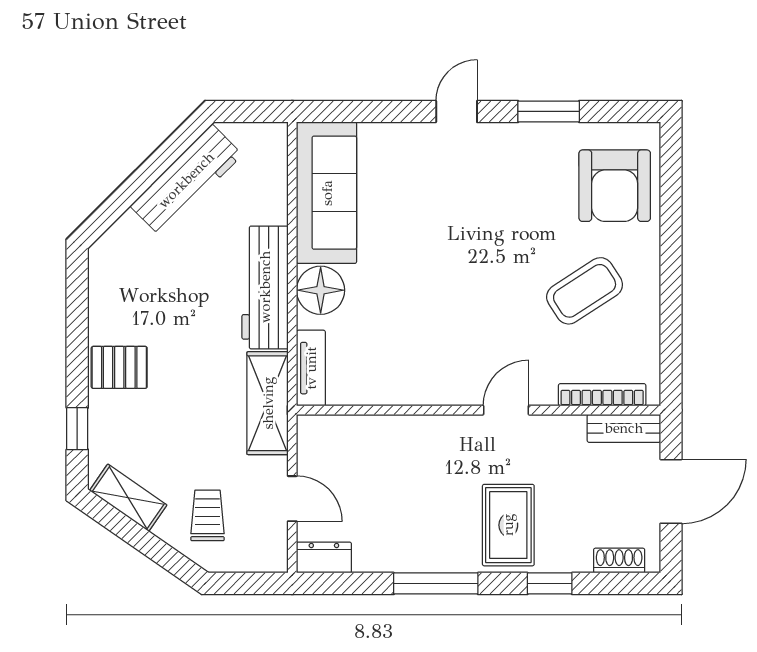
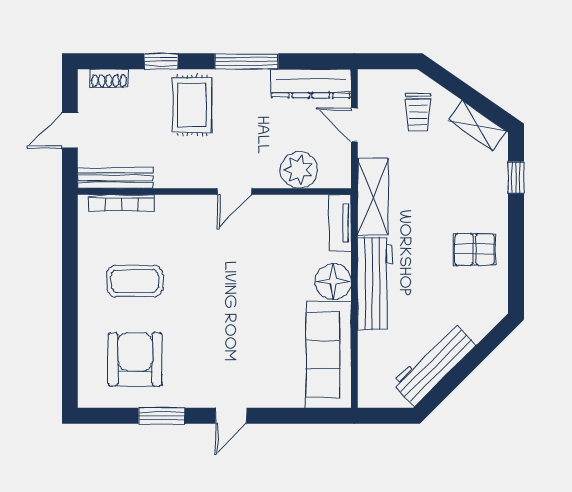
armchair: (615, 186) -> (135, 359), moved
coffee table: (585, 291) -> (135, 281), turned 33
pallet: (119, 367) -> (474, 249), moved
door: (506, 410) -> (235, 191), moved
bench: (624, 428) -> (115, 178), width x1.36
plant: (366, 439) -> (299, 170), added
door: (671, 491) -> (70, 130), width x0.73
dresser: (324, 558) -> (311, 84), width x1.96, depth x1.24

